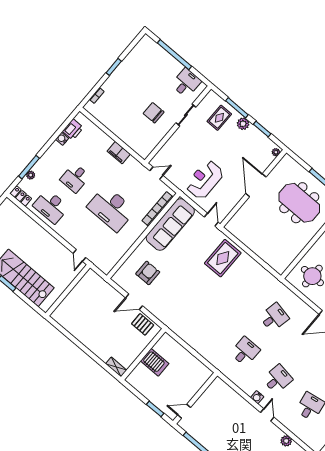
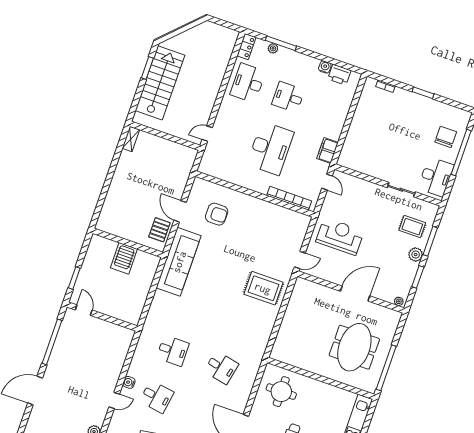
desk: (186, 83) -> (436, 177), width x1.37
chair: (154, 113) -> (446, 137), moved
filing cabinet: (119, 153) -> (327, 151), moved
desk: (111, 209) -> (270, 148), turned 180
sofa: (170, 224) -> (179, 262), moved, turned -90
shelving: (116, 367) -> (131, 139), moved

